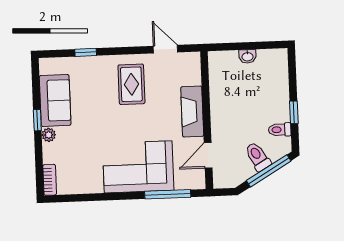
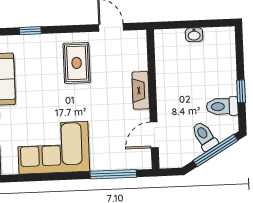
fireplace: (192, 112) -> (141, 90), width x0.73, depth x0.76
toilet: (280, 130) -> (222, 106), width x1.37, depth x1.39
corner sofa: (138, 167) -> (53, 148), moved

